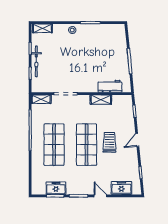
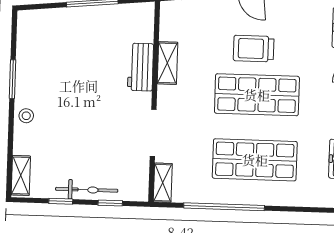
workbench: (110, 86) -> (140, 67), moved

